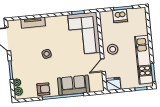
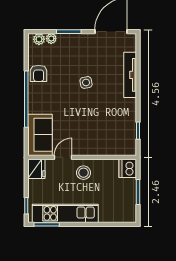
dishwasher: (120, 16) -> (128, 168), moved
tv unit: (33, 23) -> (130, 75), width x1.41
corner sofa: (84, 33) -> (109, 136), removed
door: (103, 65) -> (63, 157), hinge flipped
sofa: (74, 85) -> (40, 135), moved

